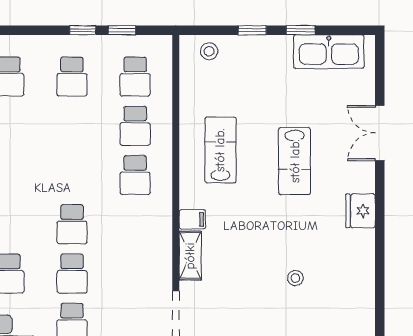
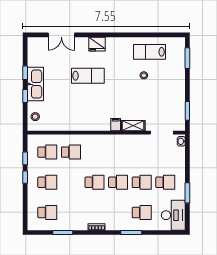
kitchen sink: (329, 52) -> (35, 84), moved
double door: (380, 133) -> (61, 35), moved
lab bench: (220, 150) -> (150, 52), moved
school desk: (135, 175) -> (94, 182), moved
fridge: (361, 211) -> (97, 44), moved

